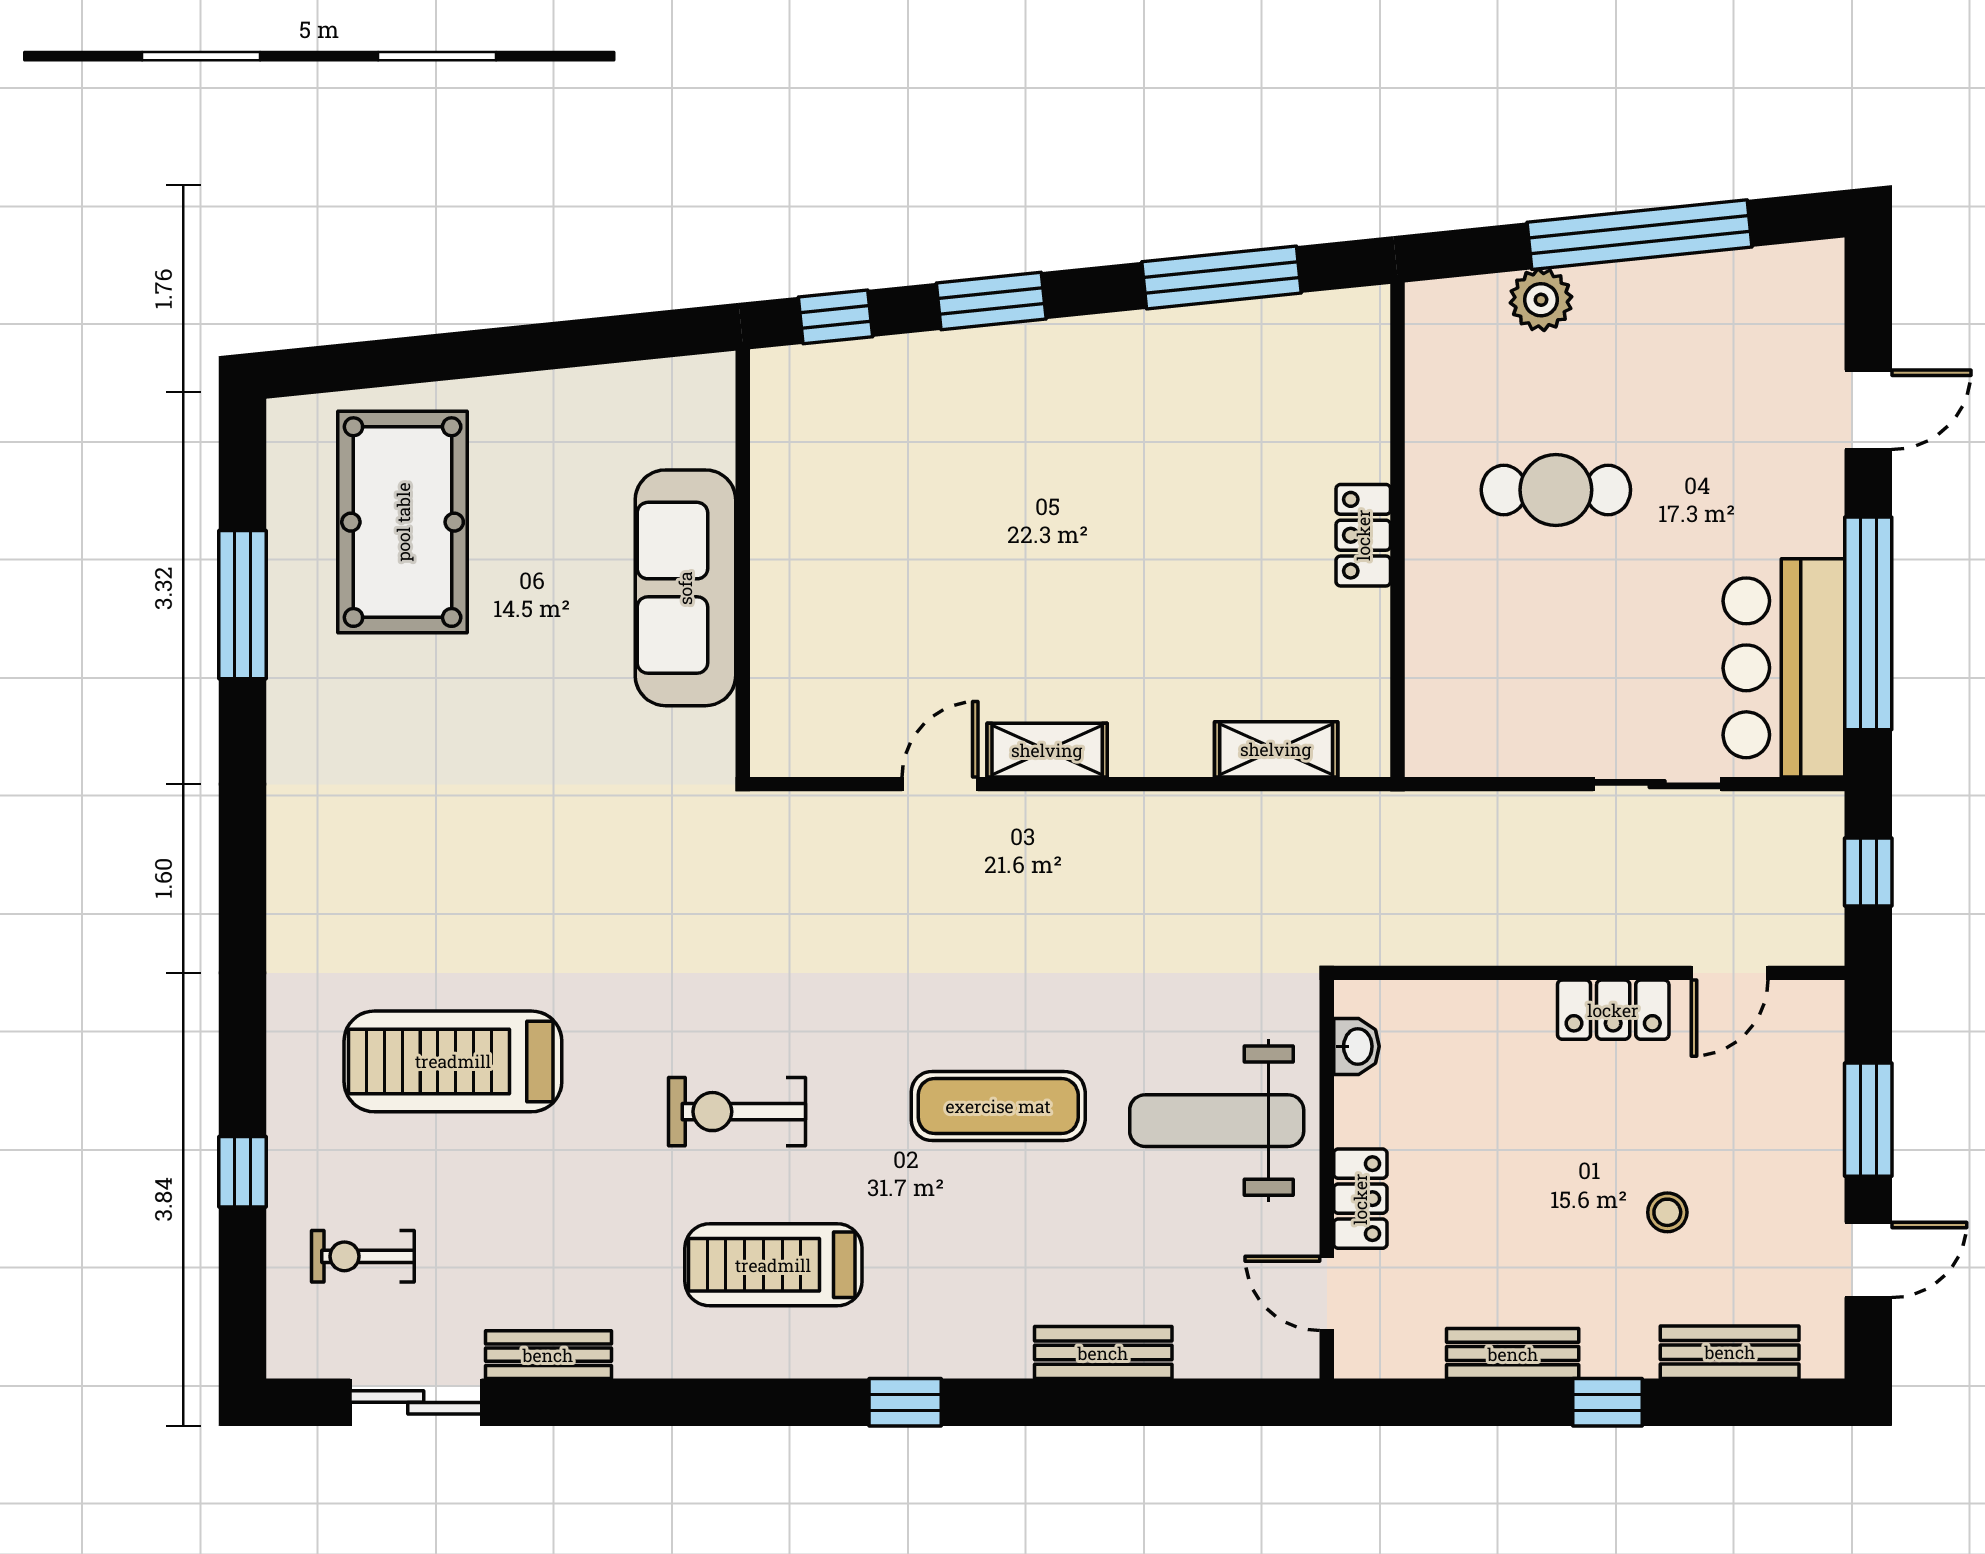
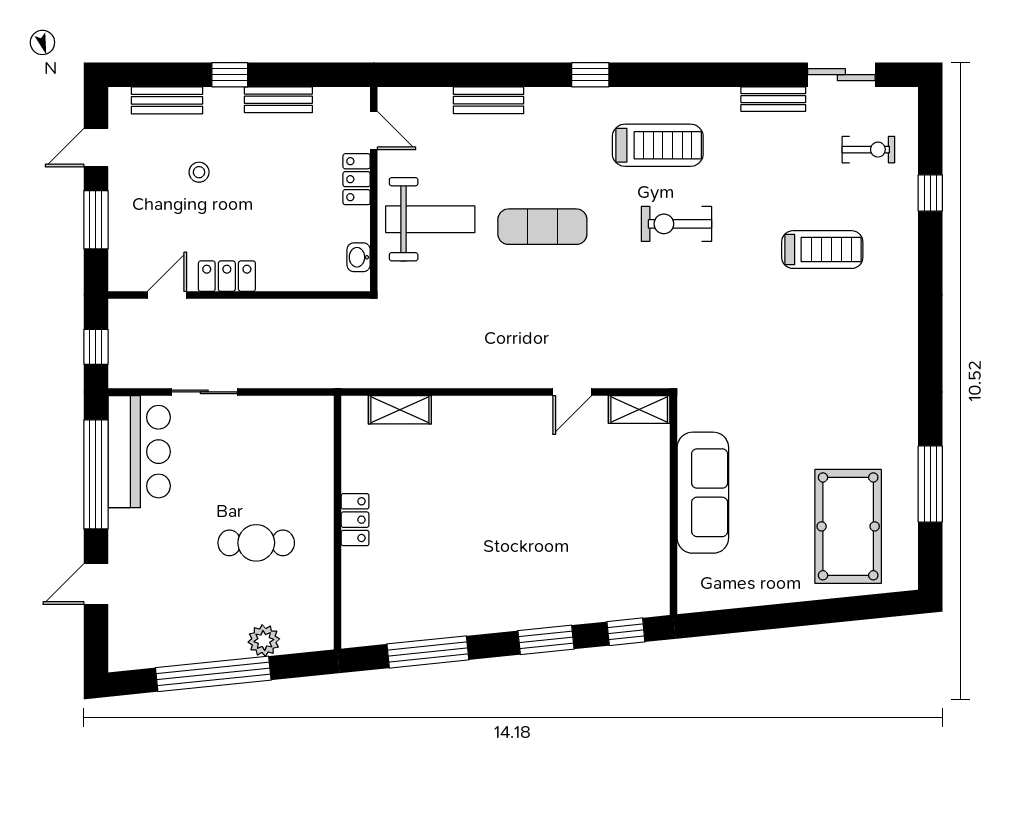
shelving: (1047, 750) -> (639, 409), moved
treadmill: (453, 1061) -> (822, 250), width x0.73, depth x0.73
exercise bike: (737, 1112) -> (676, 224), turned 180

